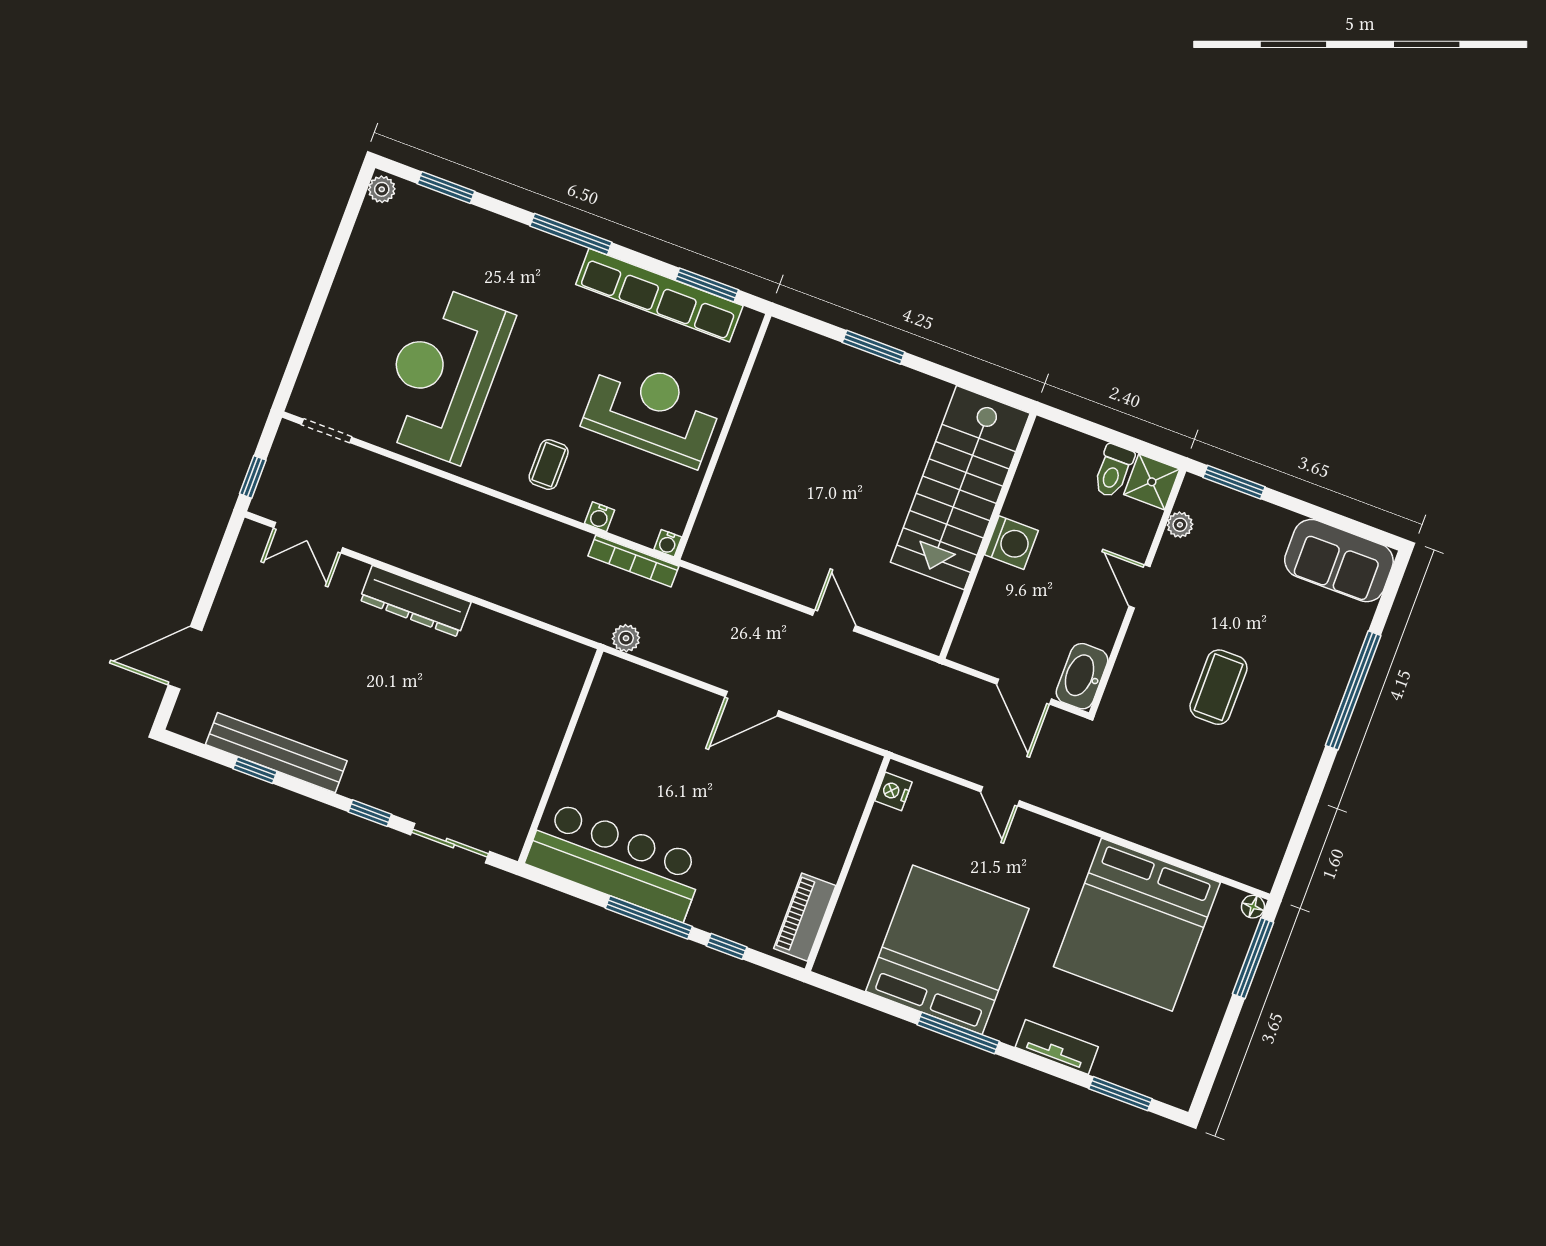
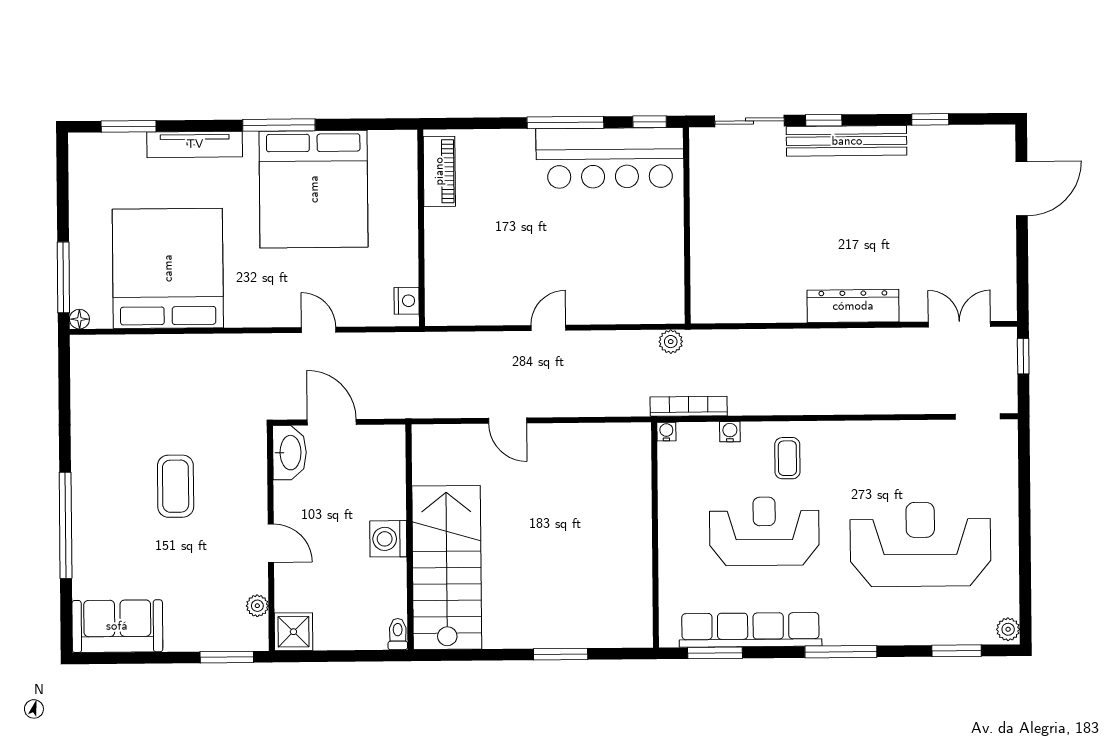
reception desk: (443, 374) -> (920, 544), moved, turned -90
reception desk: (653, 411) -> (764, 531), moved, turned 180
toilet: (1113, 471) -> (398, 634), moved, width x0.73, depth x0.72
door: (752, 704) -> (548, 328), width x0.73
bench: (276, 753) -> (847, 141), moved
window: (727, 946) -> (650, 122), moved
tv unit: (1057, 1047) -> (195, 144), width x1.41

